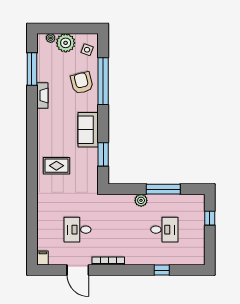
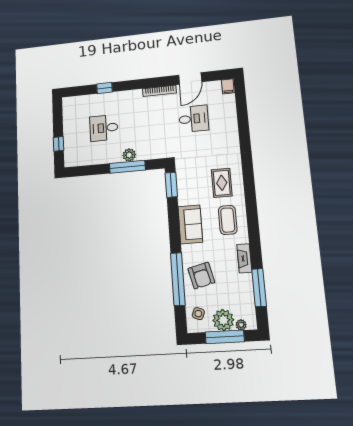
window: (66, 28) -> (225, 337), added
coffee table: (54, 131) -> (228, 220), added
window: (103, 154) -> (171, 185), moved
rug: (56, 166) -> (222, 183), turned 90
window: (163, 189) -> (127, 167), moved
door: (78, 270) -> (190, 78), swing flipped

